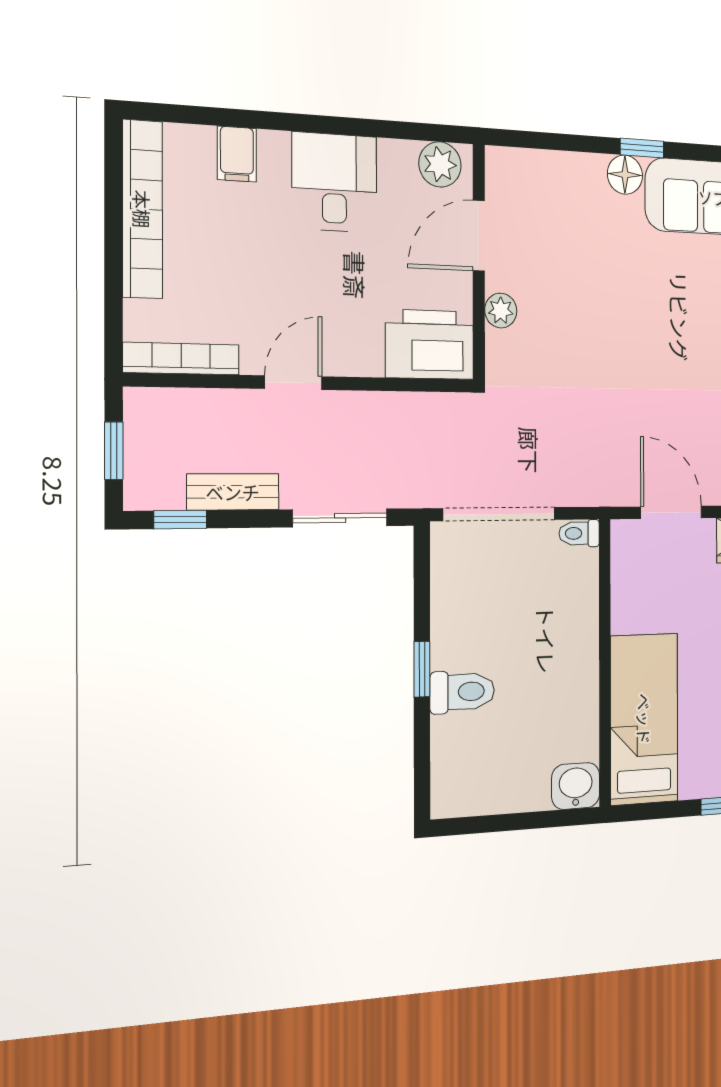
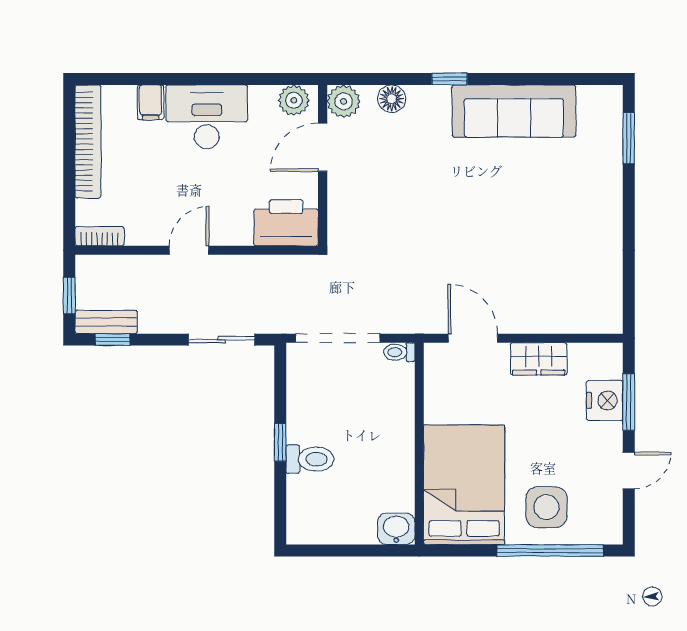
floor lamp: (625, 175) -> (392, 99), moved
desk: (334, 182) -> (207, 117), width x1.37
plant: (501, 311) -> (344, 101), moved, width x1.38, depth x1.38
bookcase: (181, 359) -> (100, 236), width x0.64
bench: (233, 492) -> (106, 322), moved
bed: (644, 719) -> (464, 485), width x1.50

